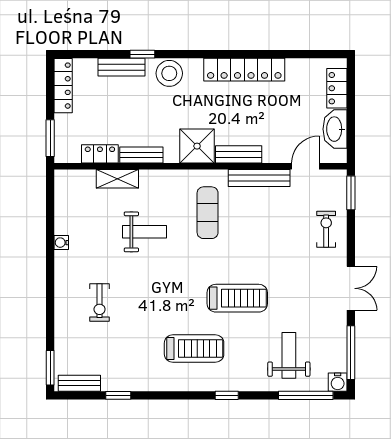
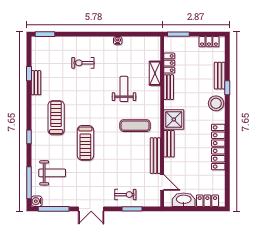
locker: (63, 86) -> (209, 42), width x0.66
window: (351, 193) -> (132, 209), moved
weight bench: (145, 232) -> (124, 89), turned 180
treadmill: (194, 349) -> (56, 118), turned 180
bench: (79, 383) -> (36, 83), moved

